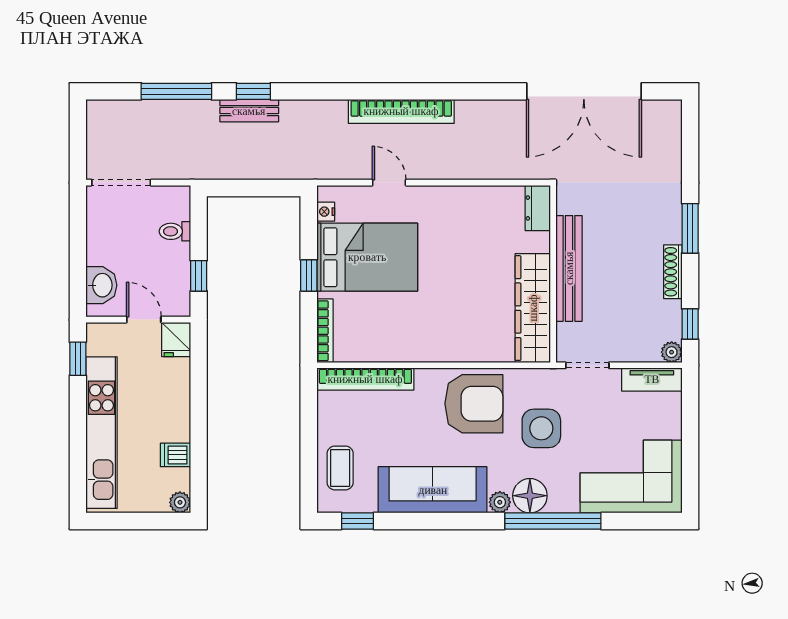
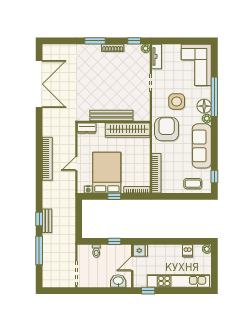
dresser: (538, 208) -> (87, 128), moved
bench: (569, 268) -> (111, 115), moved
wall: (553, 274) -> (114, 122), moved
wardrobe: (533, 308) -> (128, 130), moved

